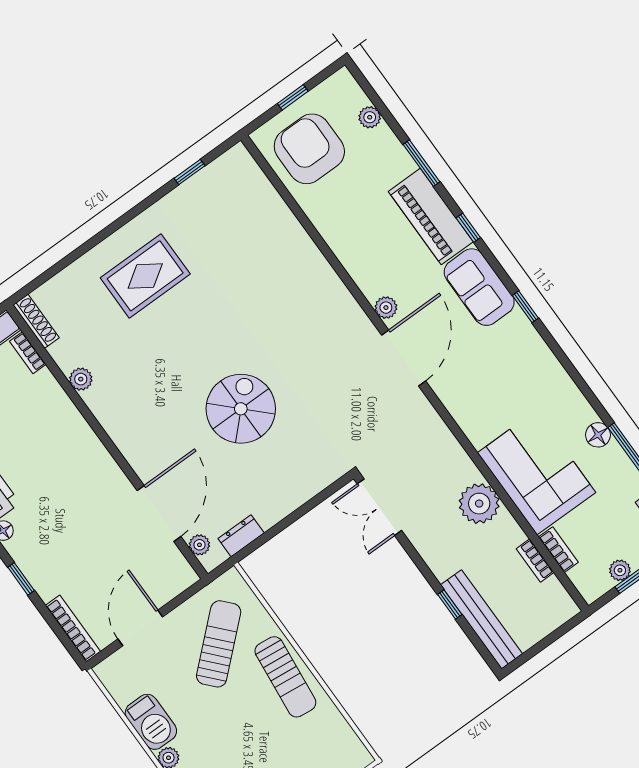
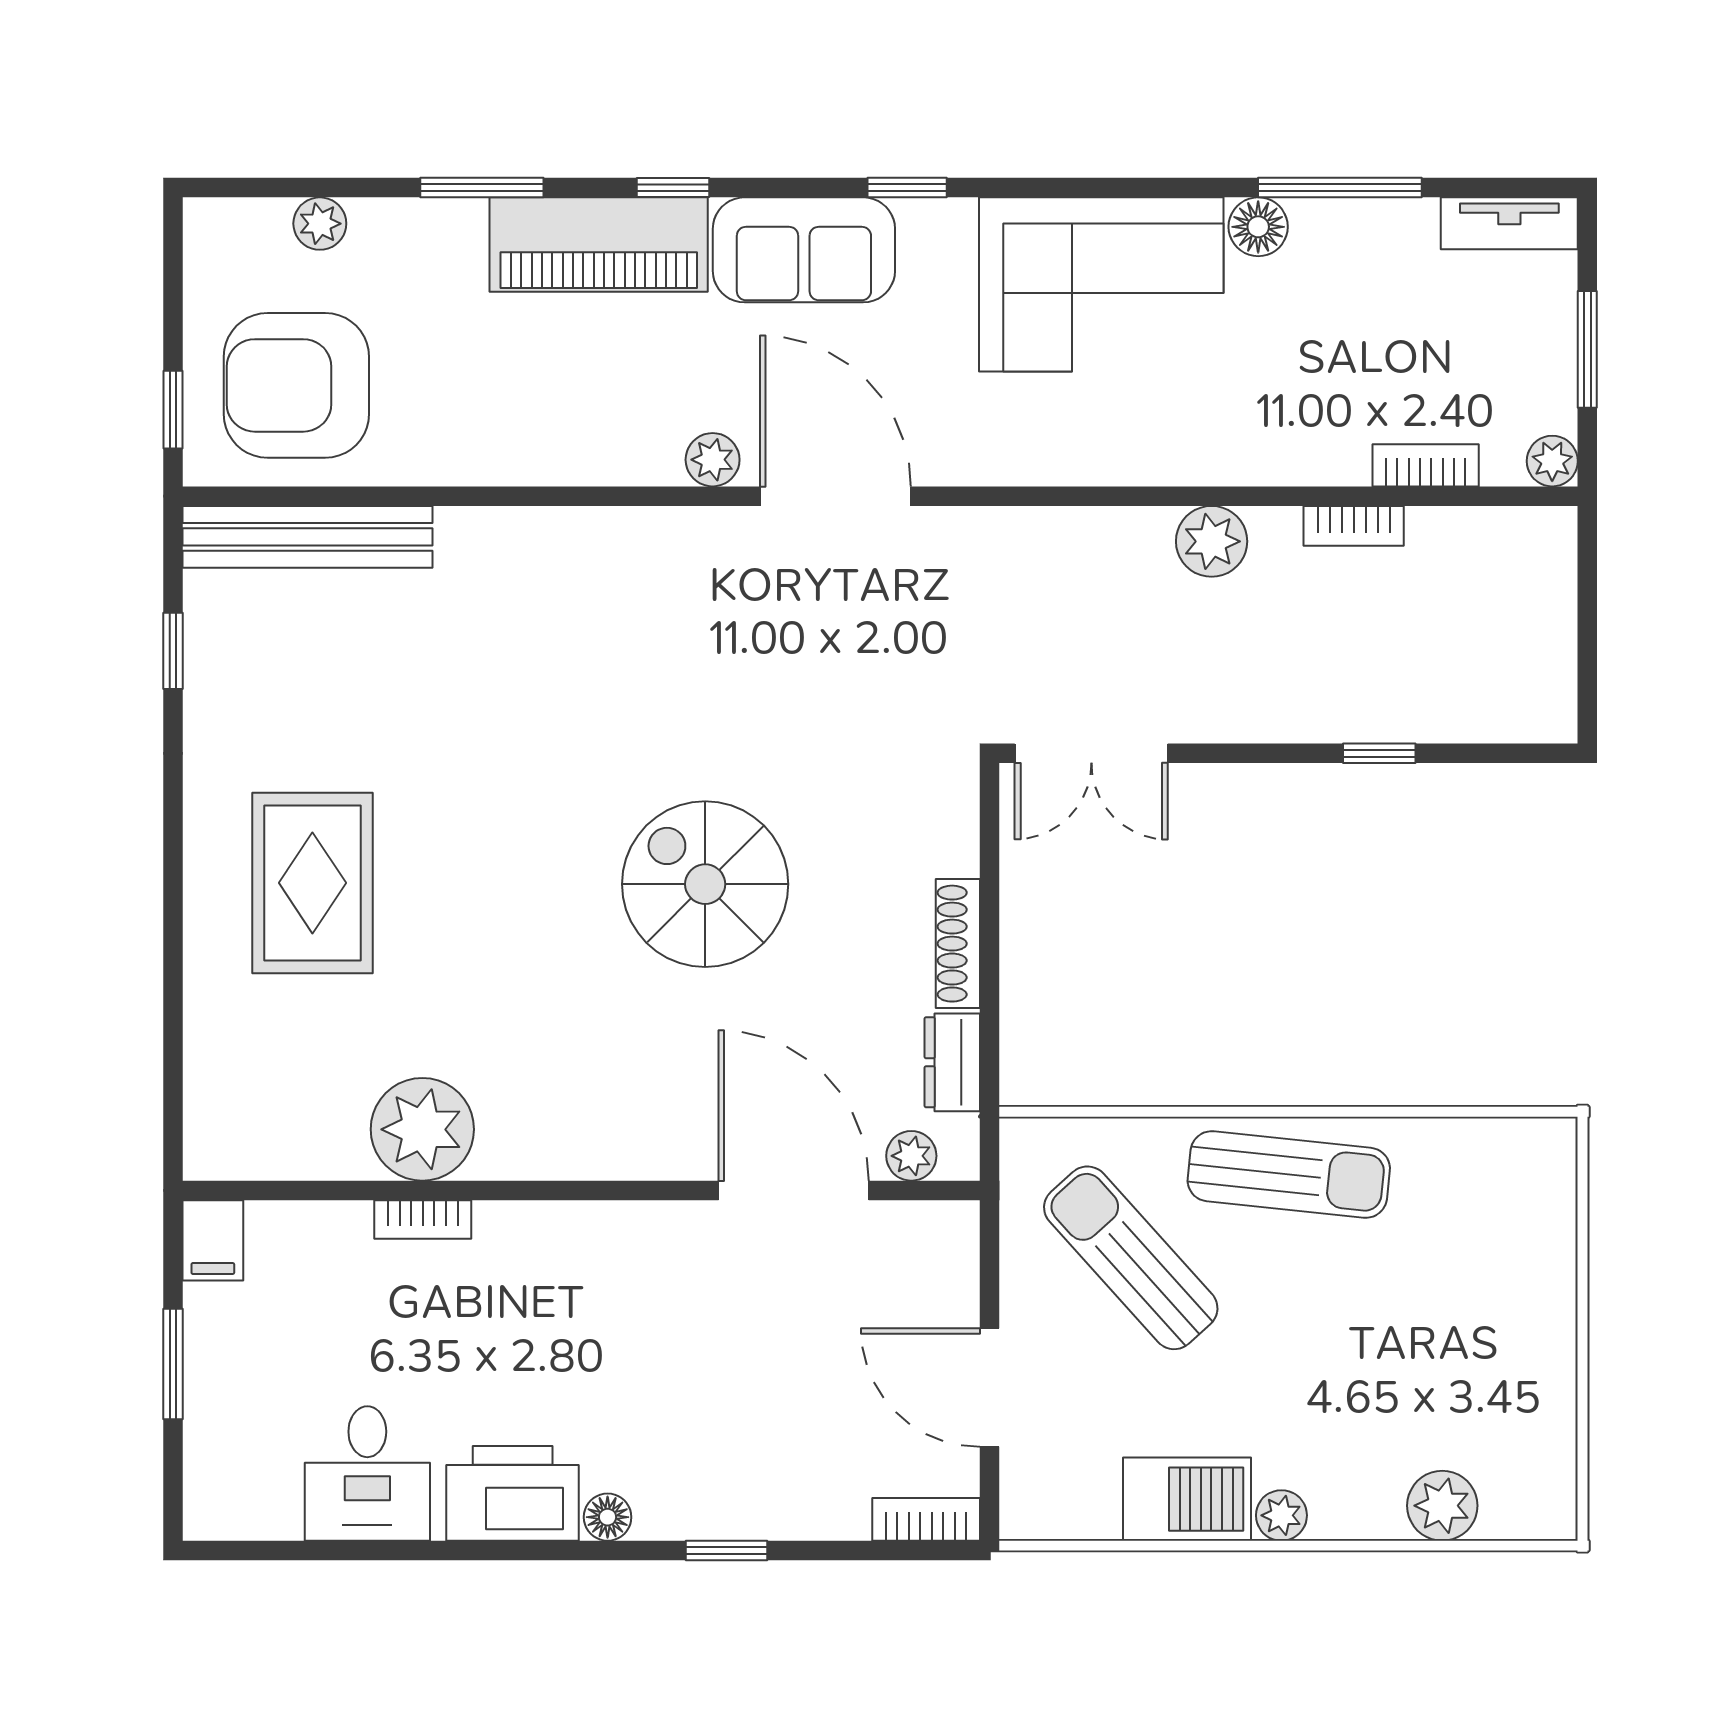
window: (293, 97) -> (173, 410), moved
shoe rack: (36, 321) -> (958, 944), moved, turned -90
bookcase: (28, 353) -> (423, 1219), moved
plant: (81, 379) -> (422, 1129), width x1.88, depth x1.88
corner sofa: (537, 473) -> (1101, 284), moved, turned 180
plant: (479, 504) -> (1212, 541), width x0.73, depth x0.73
bookcase: (535, 560) -> (1354, 526), moved
plant: (620, 570) -> (1552, 461), moved
bench: (481, 619) -> (308, 537), moved
bookcase: (73, 628) -> (926, 1519), width x0.64

